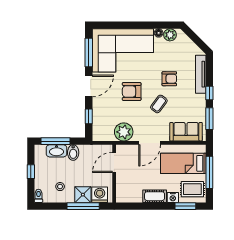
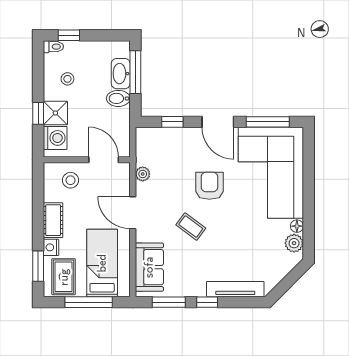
armchair: (169, 79) -> (229, 242), removed
plant: (124, 132) -> (143, 174), width x0.53, depth x0.53
window: (31, 172) -> (69, 35), moved
stool: (128, 184) -> (70, 180), added
window: (83, 206) -> (38, 113), width x0.46

